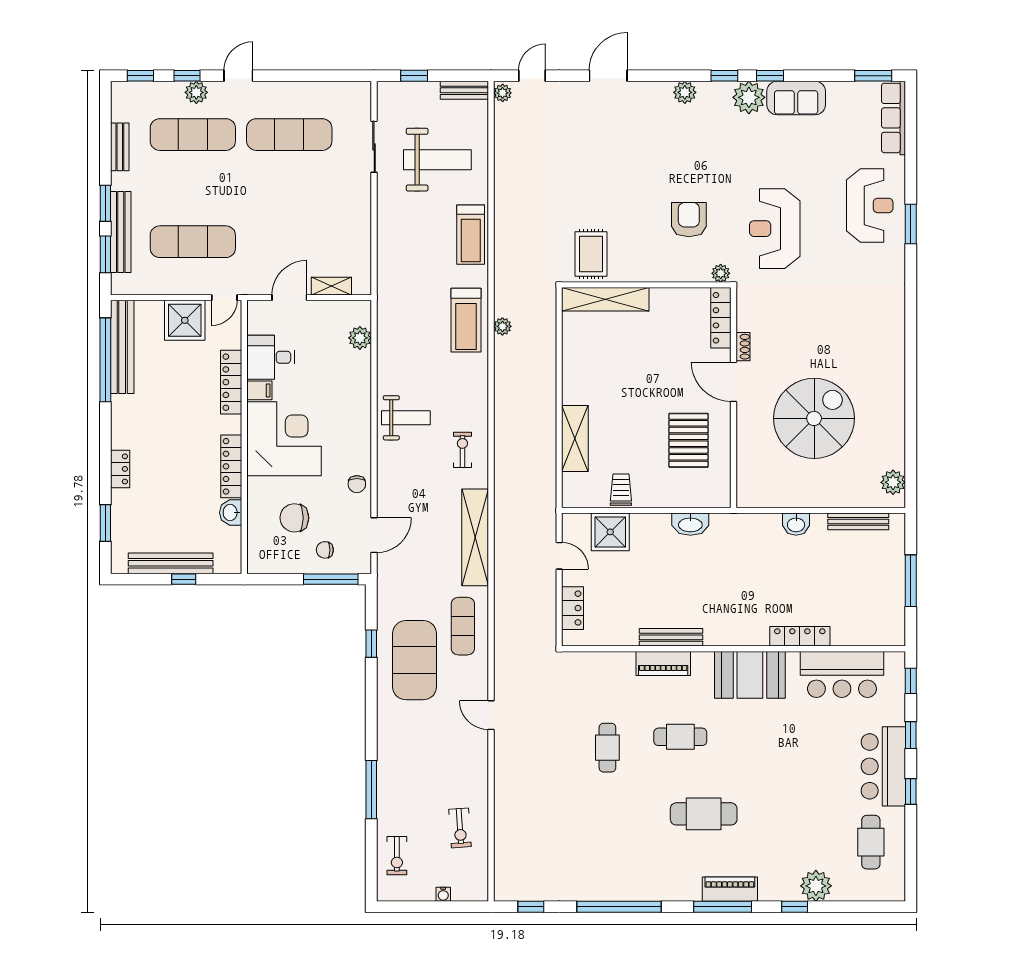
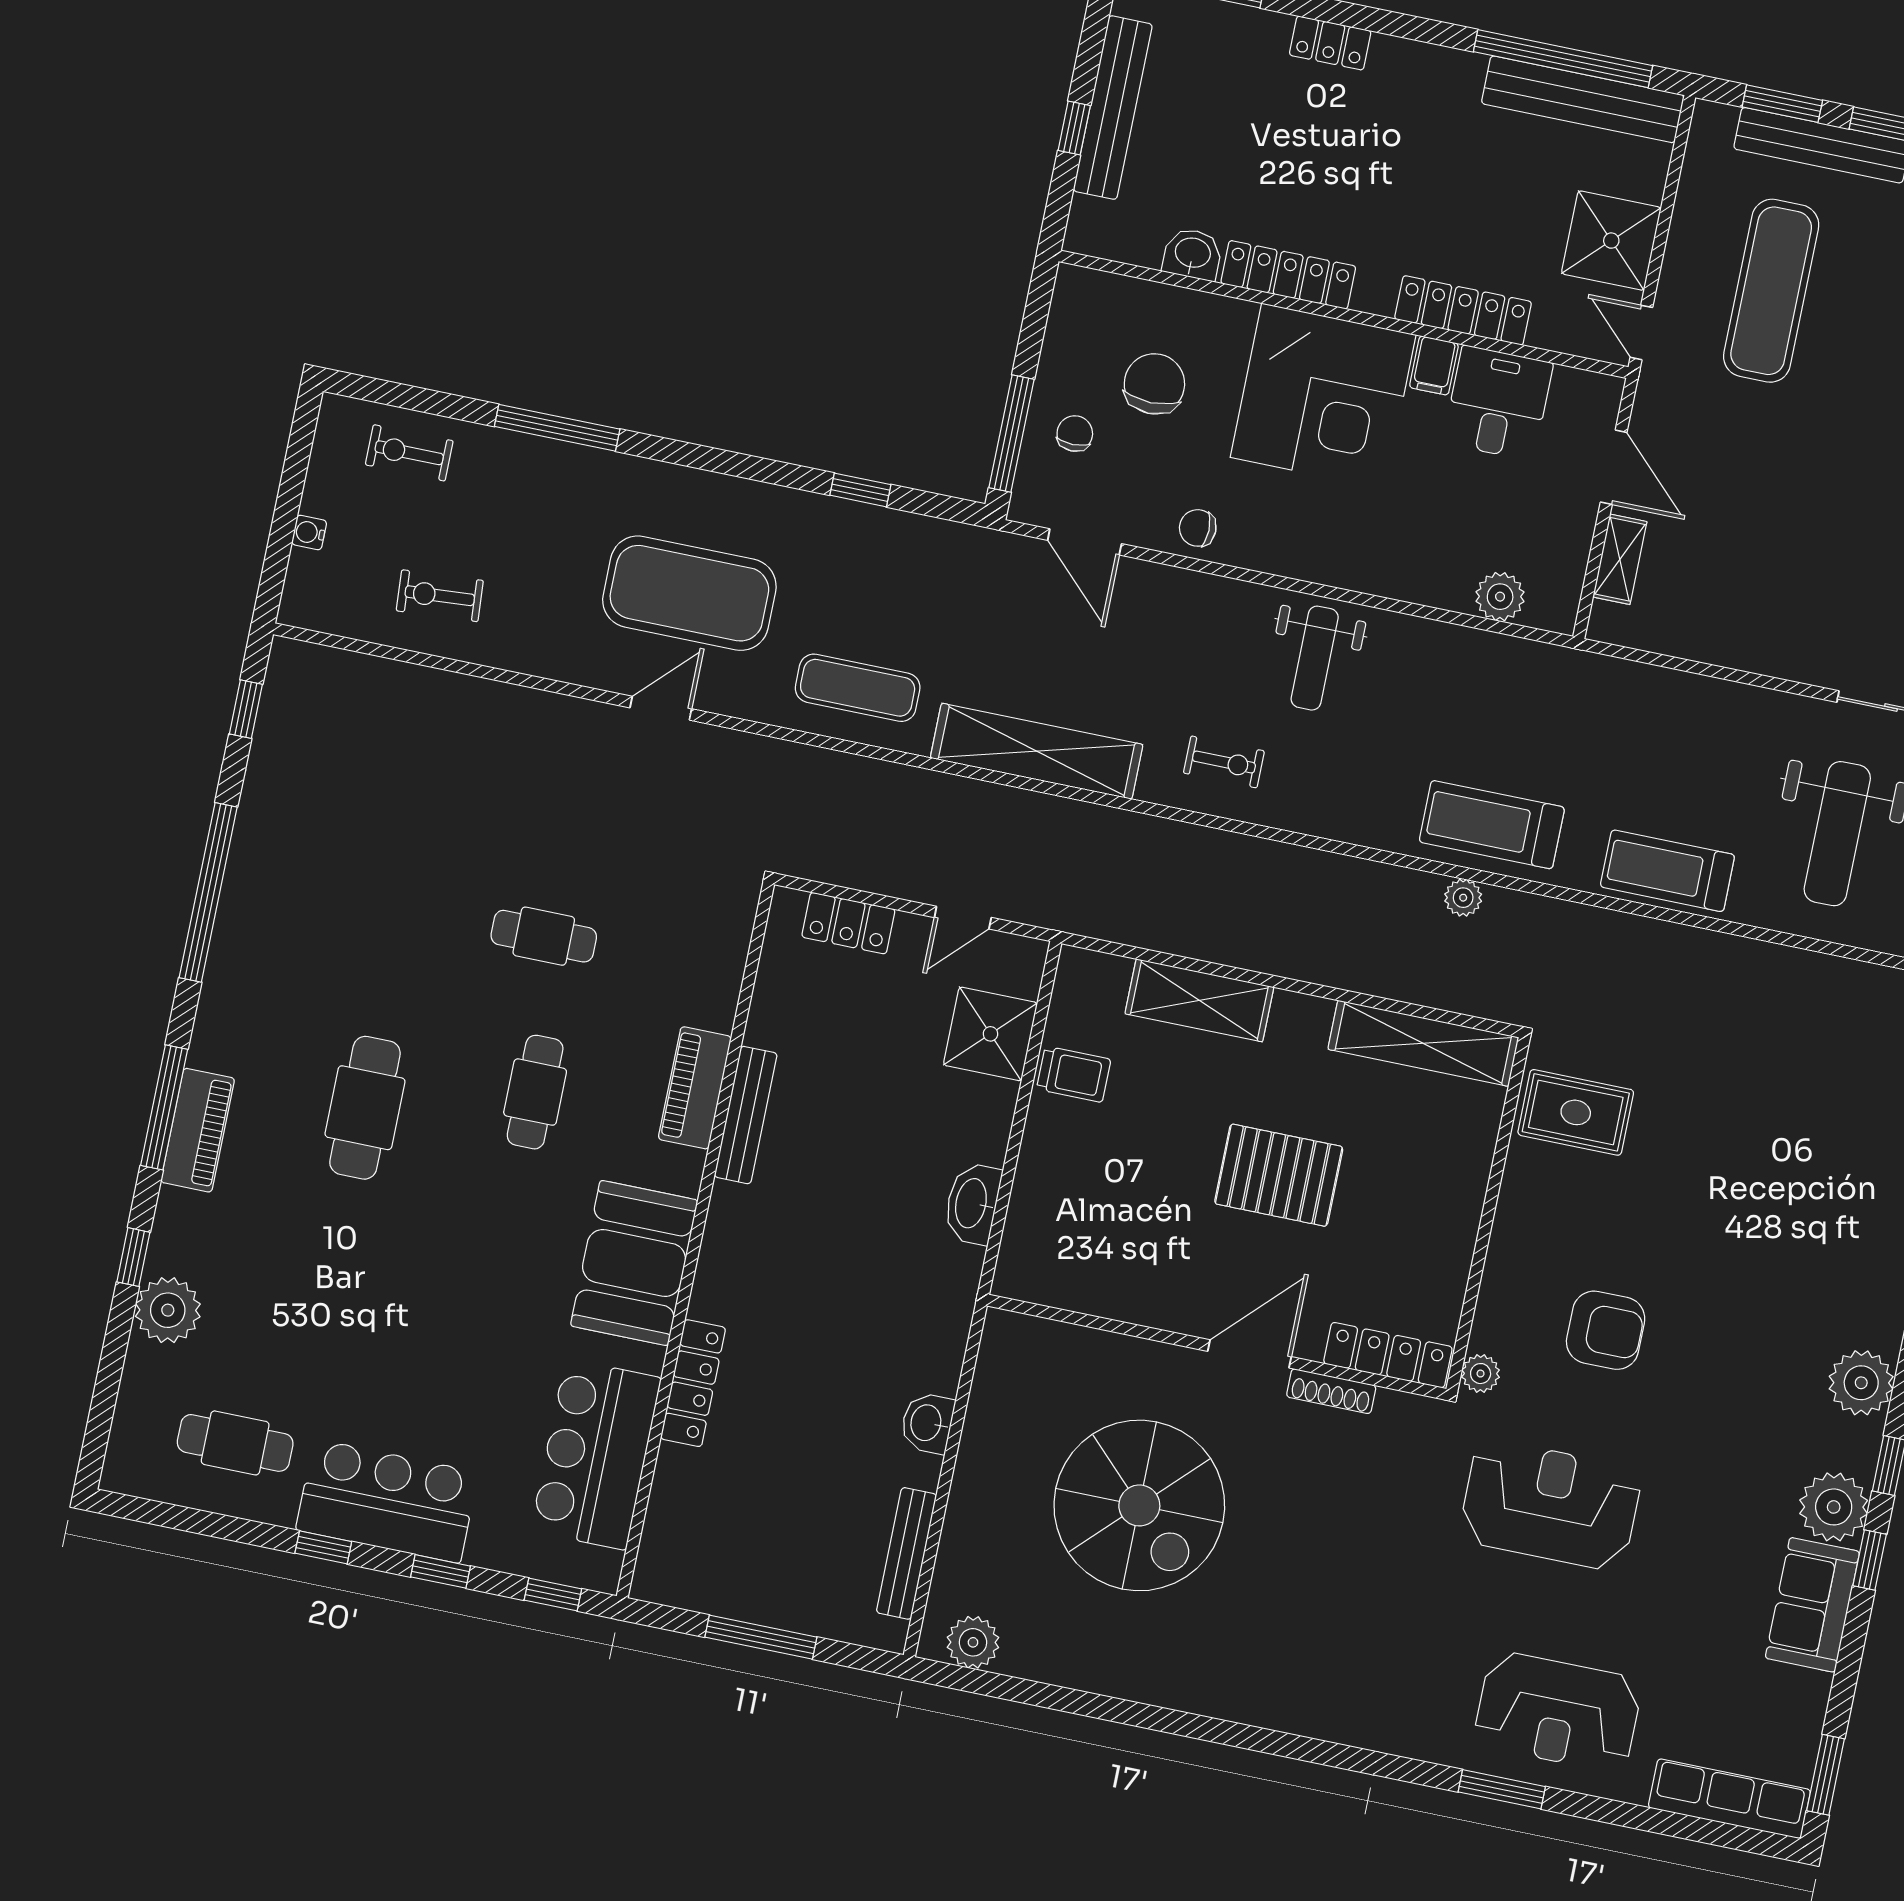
plant: (685, 92) -> (1861, 1383), width x1.36, depth x1.36
shelving: (605, 299) -> (1423, 1043), moved, turned 90
shoe rack: (743, 347) -> (1331, 1391), width x1.43
pallet: (688, 440) -> (1279, 1175), moved
exercise mat: (415, 660) -> (689, 593), moved

